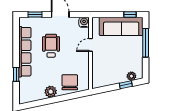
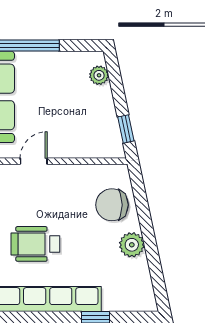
door: (91, 45) -> (34, 161), swing flipped
window: (126, 85) -> (126, 129), moved

